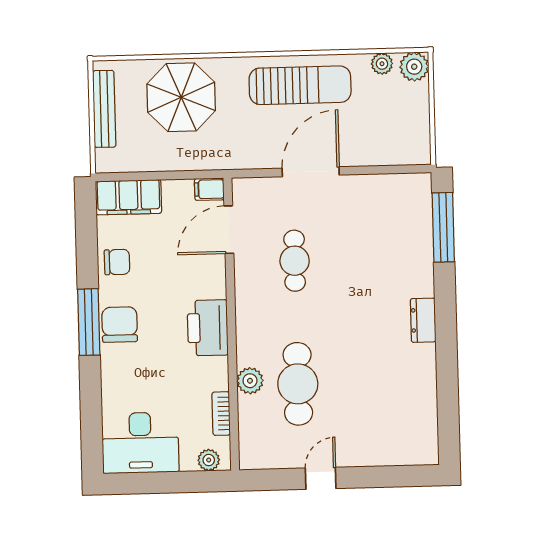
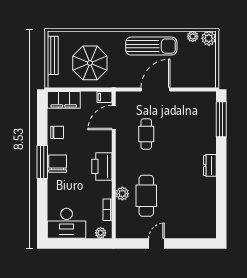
parasol: (181, 97) -> (90, 63), moved

